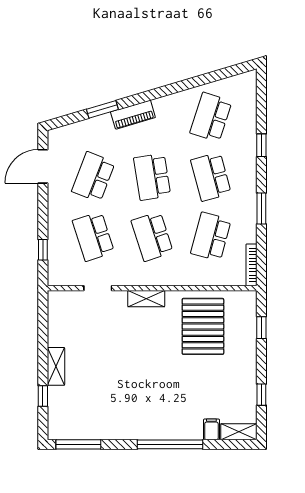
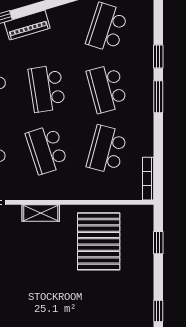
window: (261, 209) -> (158, 97), moved

